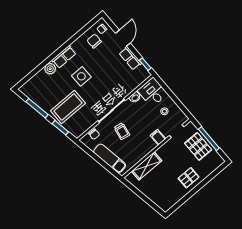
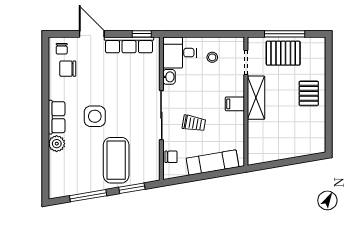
row of seats: (130, 58) -> (129, 45), width x1.48
filing cabinet: (158, 137) -> (235, 104), moved
shelving: (147, 166) -> (256, 98), moved

